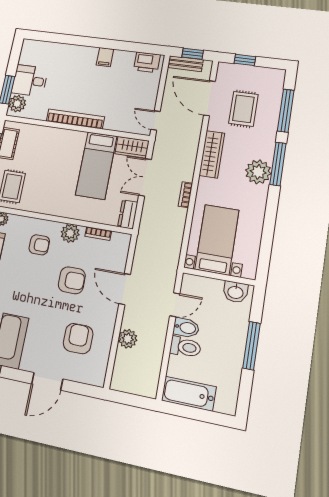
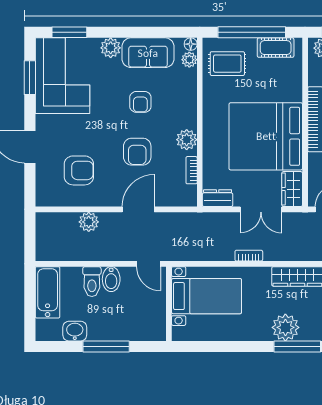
bed: (96, 165) -> (266, 136), width x2.04
double door: (145, 177) -> (261, 209), swing flipped
armchair: (39, 245) -> (140, 102), moved
washbasin: (235, 292) -> (75, 331), moved, turned 90
door: (175, 305) -> (149, 264), moved

